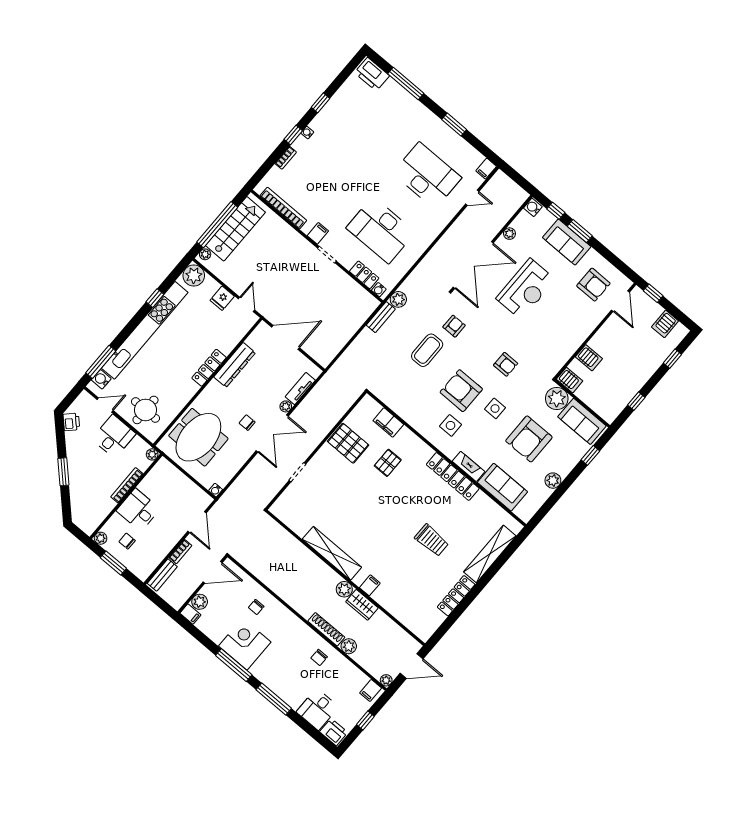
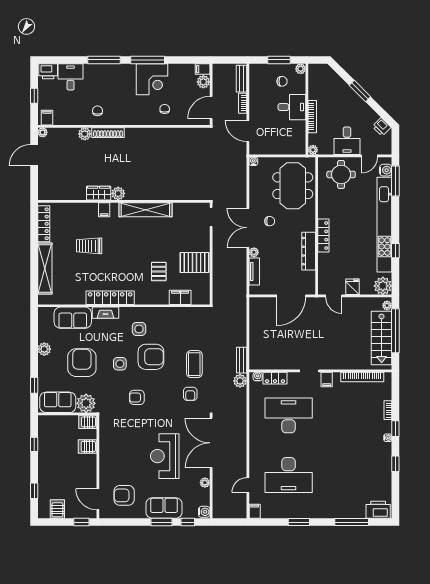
shelving: (332, 553) -> (145, 210), moved
wall: (345, 578) -> (124, 201), moved
filing cabinet: (370, 585) -> (104, 210), moved
plant: (344, 589) -> (118, 193), moved
wardrobe: (362, 605) -> (99, 193), moved

